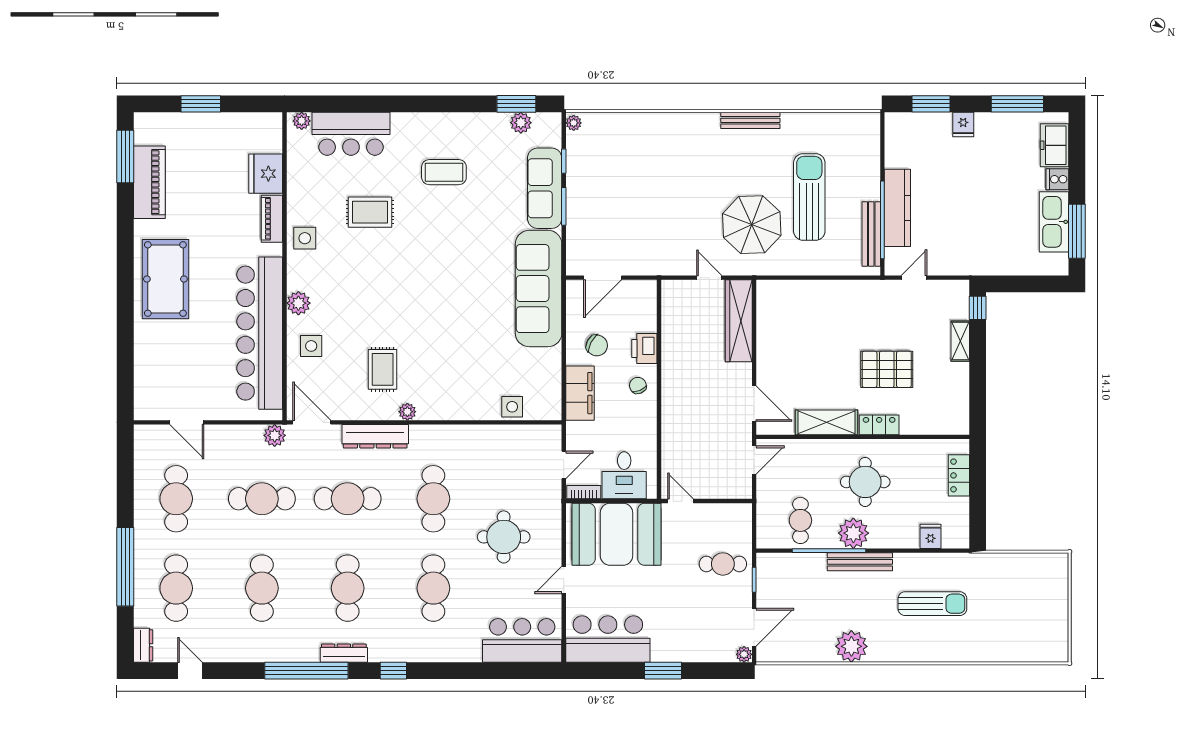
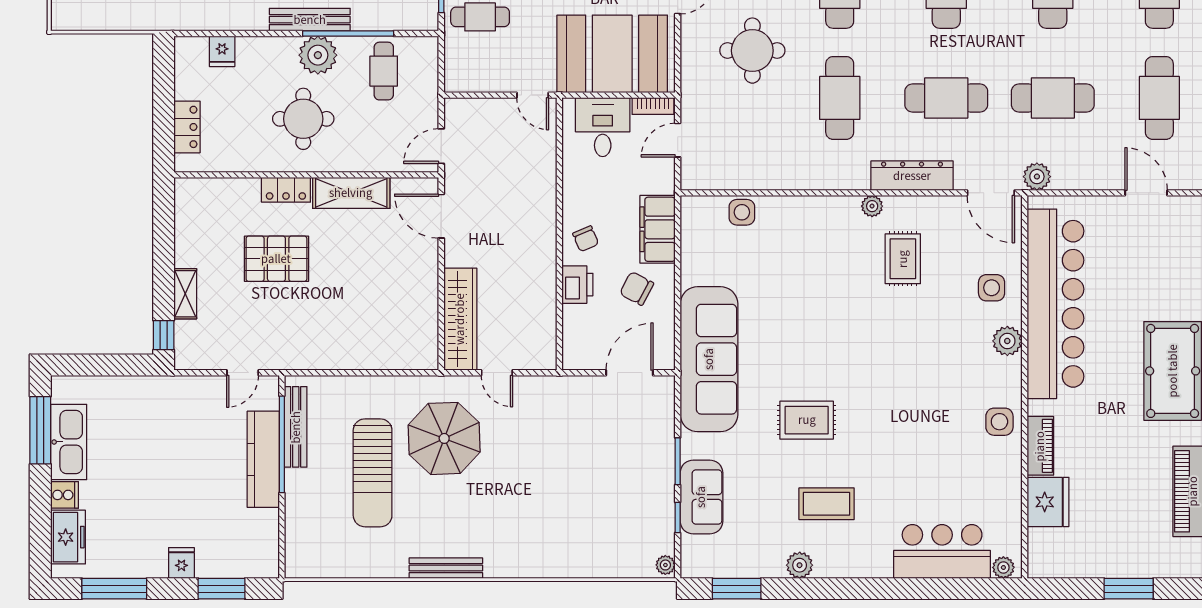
plant: (521, 123) -> (800, 565), moved
sofa: (545, 188) -> (701, 497), width x0.73
rug: (370, 212) -> (807, 420), moved

